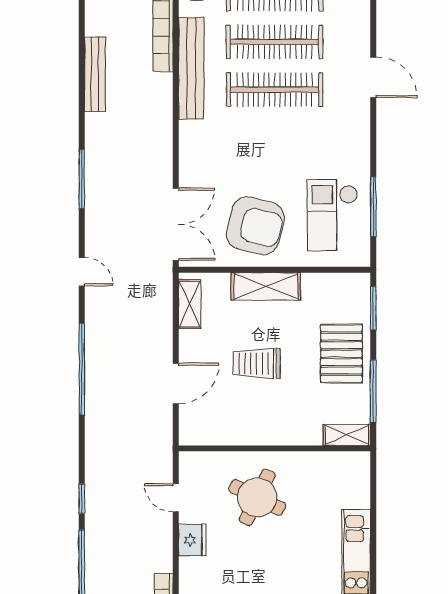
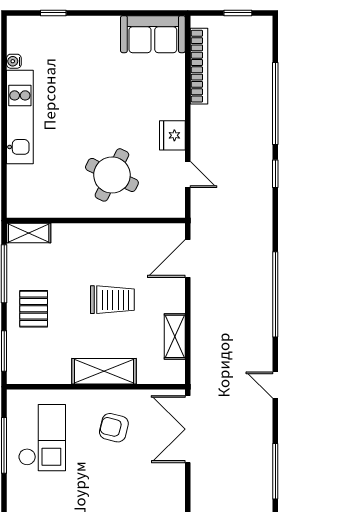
armchair: (255, 226) -> (114, 428), width x0.53, depth x0.53
shelving: (190, 304) -> (175, 336), moved
pallet: (341, 354) -> (34, 309), width x0.67, depth x0.71
door: (176, 383) -> (188, 259), moved

